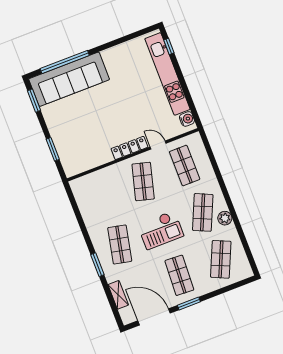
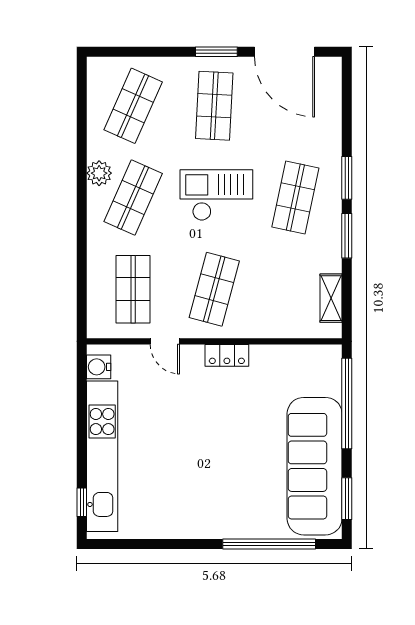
sofa: (69, 79) -> (315, 466), moved, turned -90
locker: (129, 148) -> (227, 355), width x0.66
window: (53, 149) -> (347, 404), width x2.11
window: (86, 235) -> (347, 236), added
shelving: (118, 295) -> (331, 298), moved

